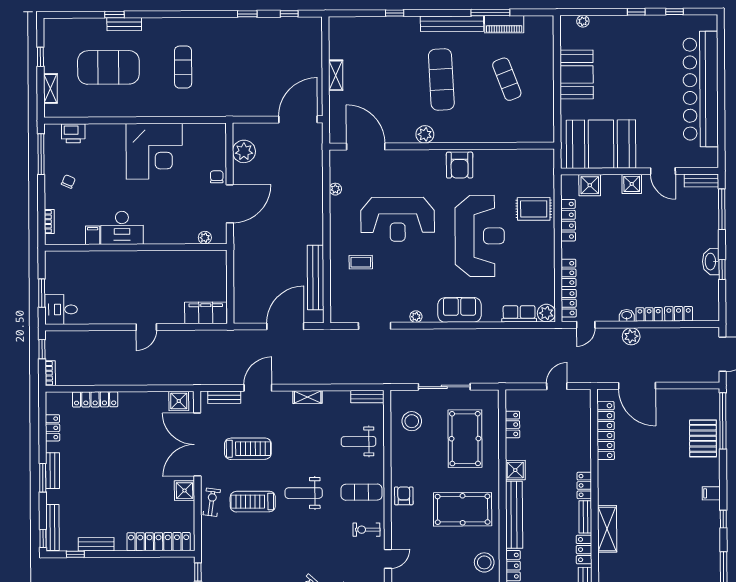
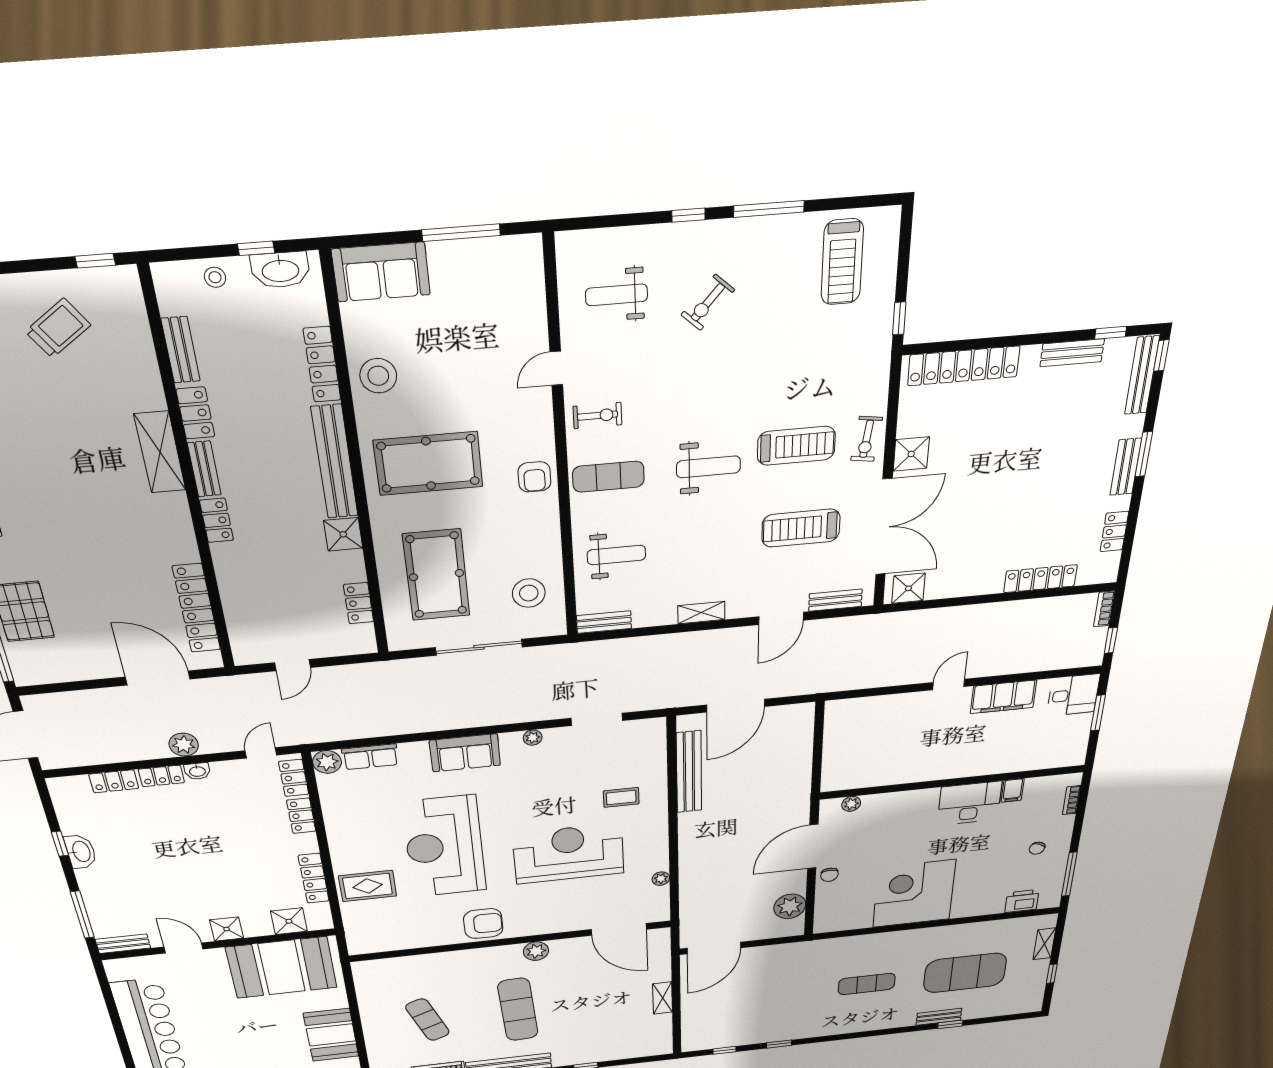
exercise mat: (183, 67) -> (867, 984), turned 90
armchair: (460, 165) -> (483, 924), turned 90
filing cabinet: (206, 313) -> (1003, 697), moved

